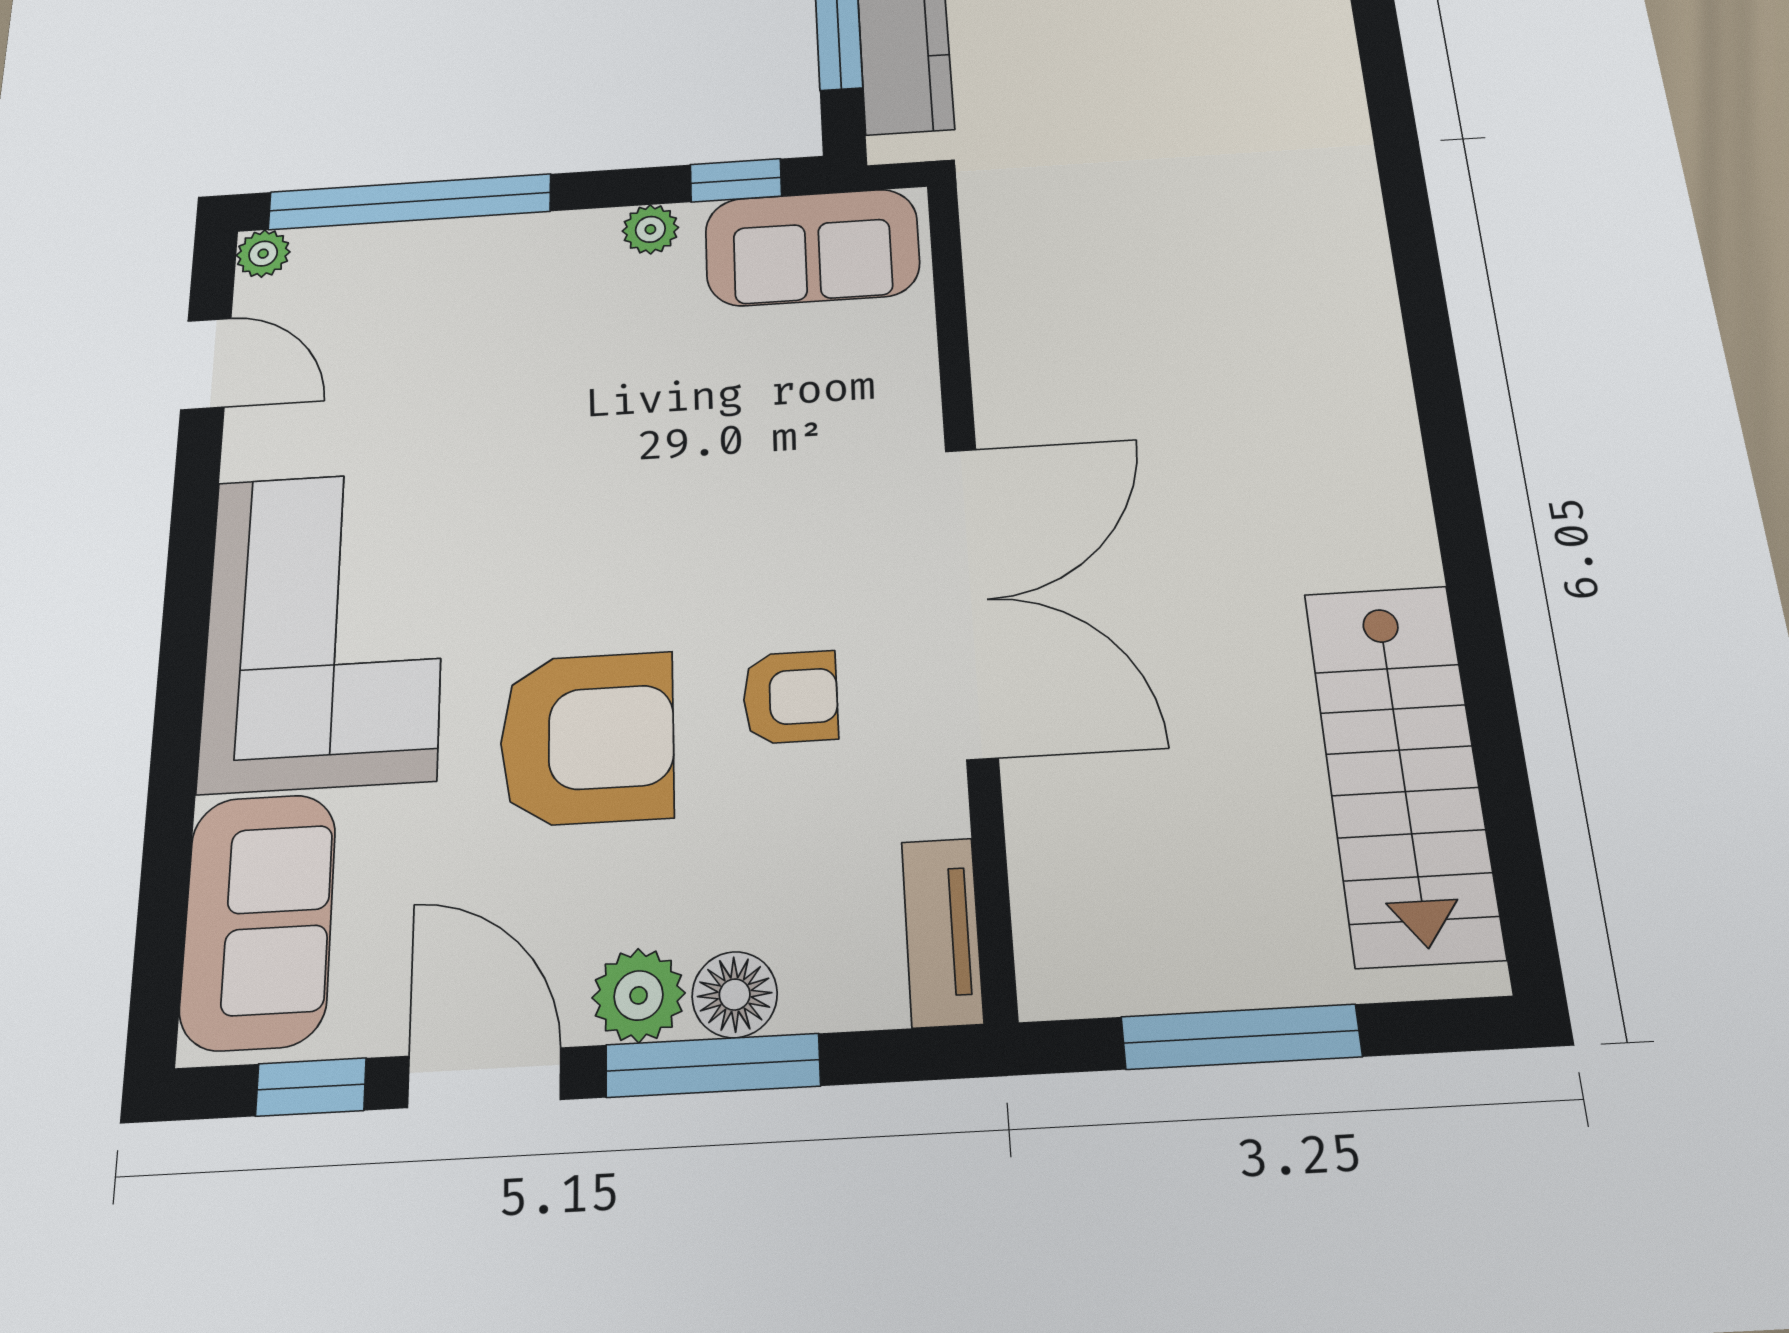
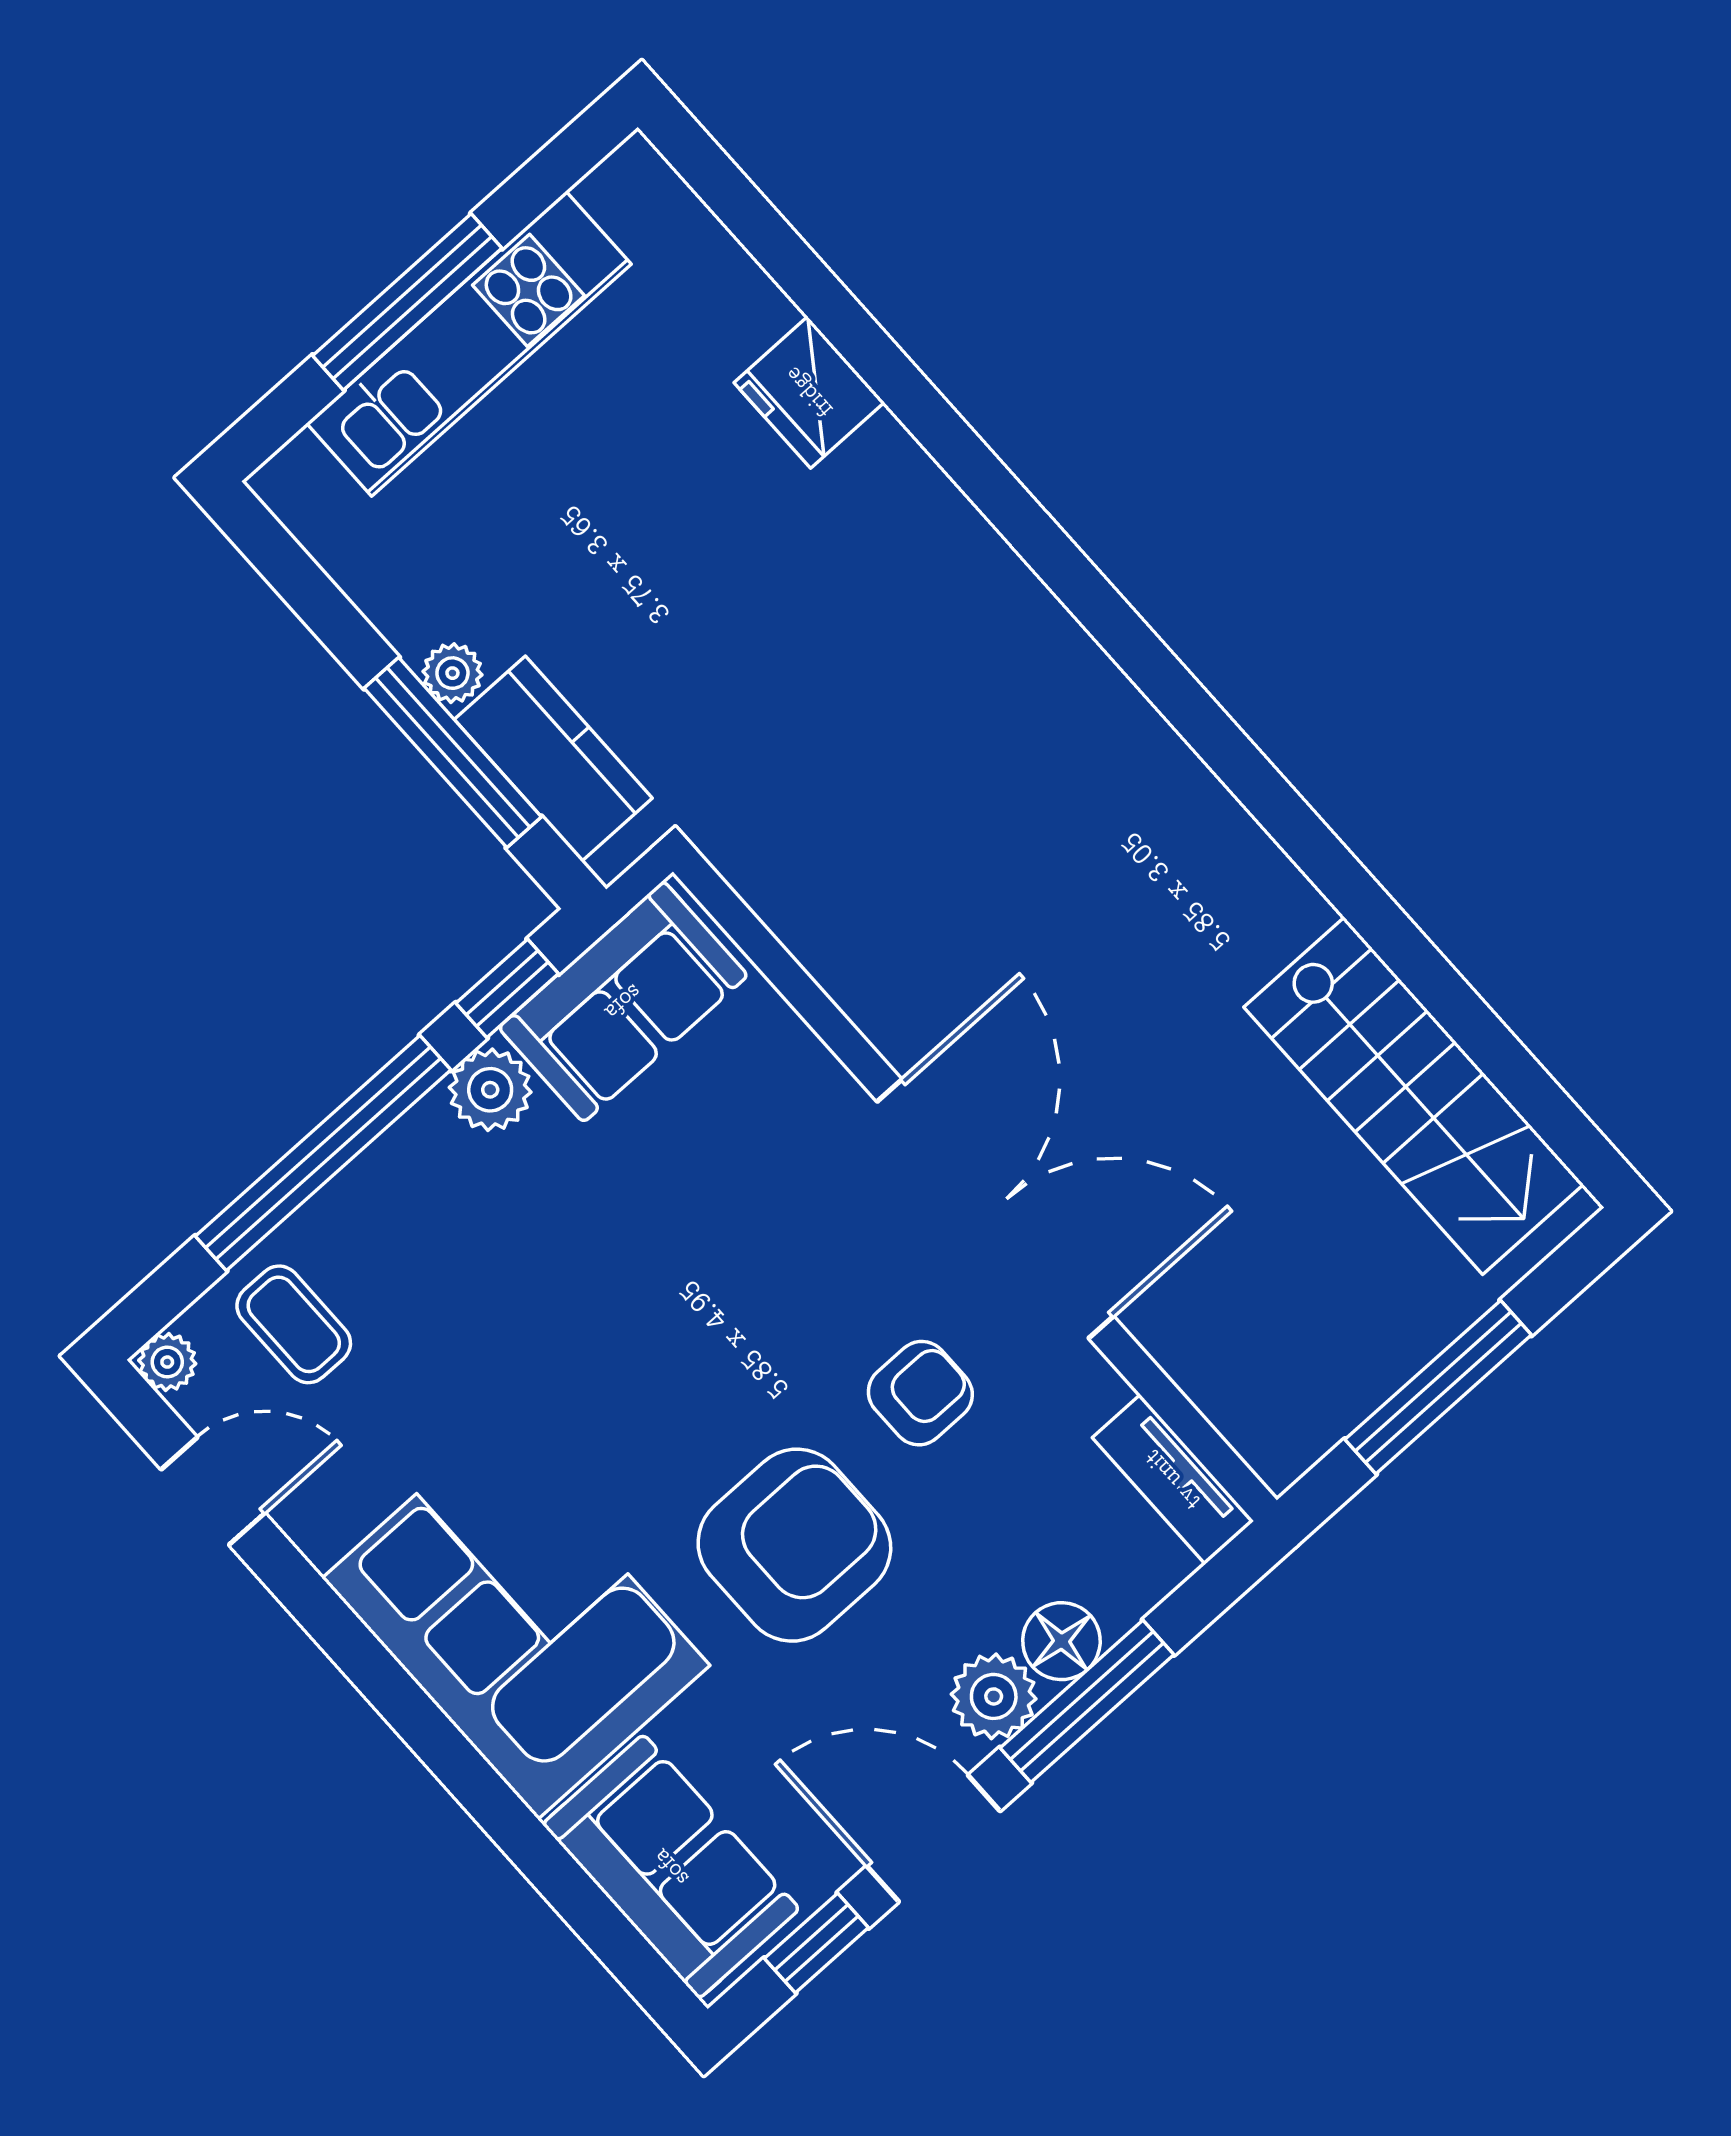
window: (410, 202) -> (323, 1153), moved
plant: (650, 229) -> (490, 1090), width x1.38, depth x1.38
coffee table: (373, 293) -> (294, 1324), added

